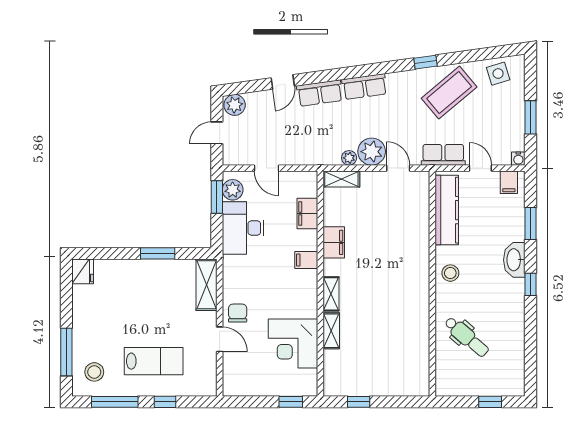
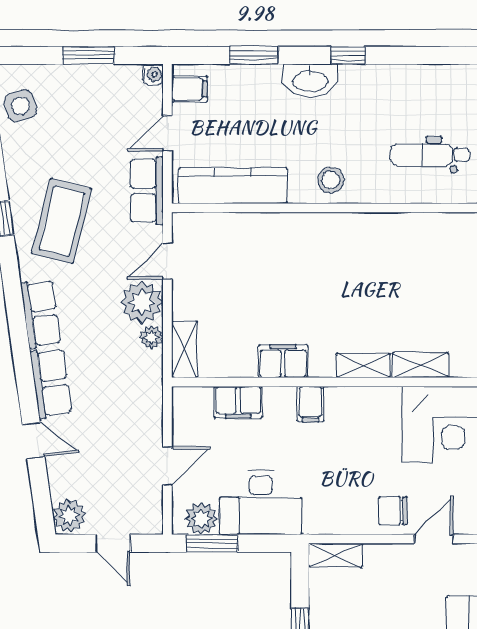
coffee table: (449, 93) -> (62, 221), moved, turned 54
shelving: (206, 285) -> (335, 555), width x0.67, depth x0.75
dental chair: (467, 337) -> (430, 155), turned -131

